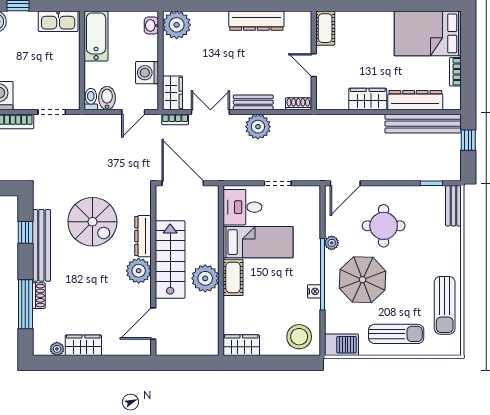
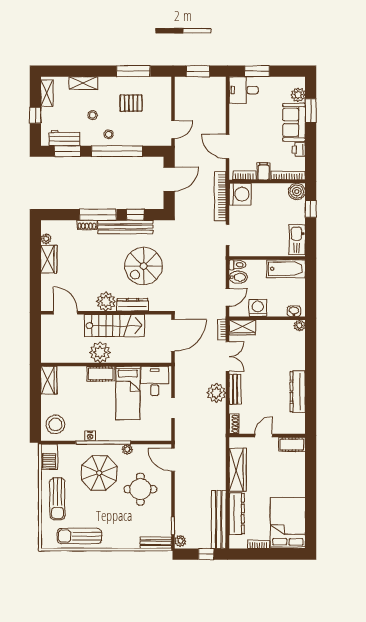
plant: (177, 25) -> (299, 326), width x0.53, depth x0.53
wardrobe: (368, 99) -> (238, 470), width x1.50
door: (133, 112) -> (228, 297), swing flipped
plant: (451, 174) -> (180, 541), added
window: (25, 304) -> (98, 215), moved

